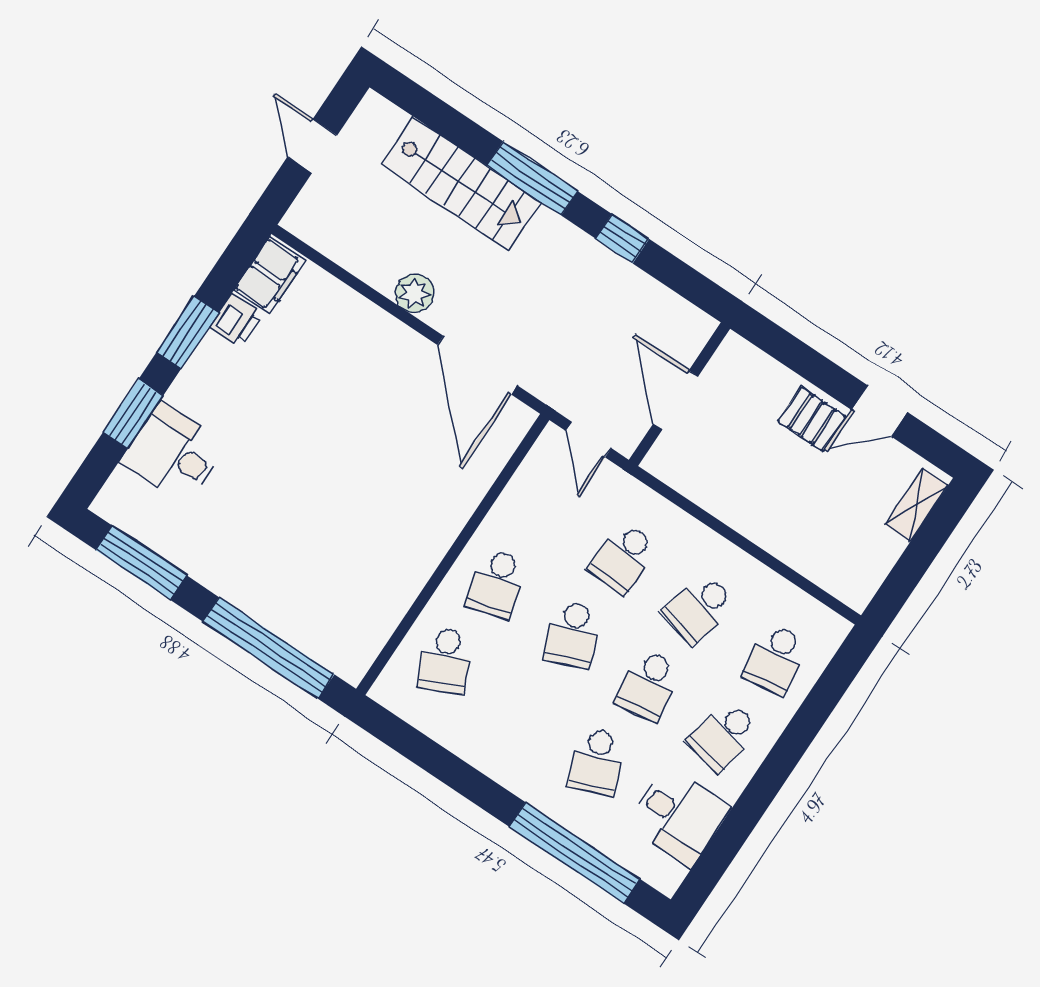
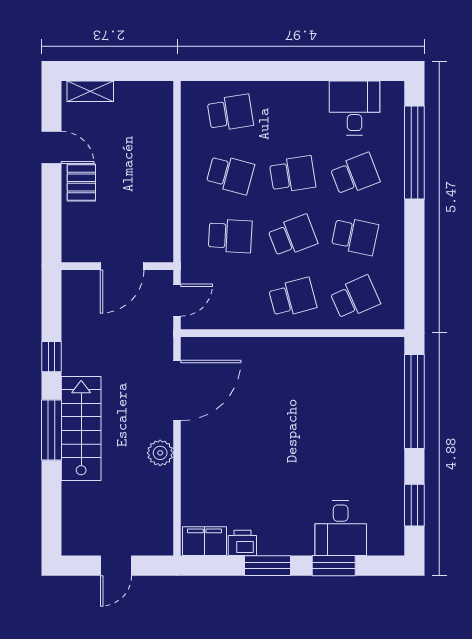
stairs: (461, 183) -> (81, 428), moved
window: (141, 563) -> (414, 505), width x0.69
school desk: (724, 736) -> (355, 236), moved

